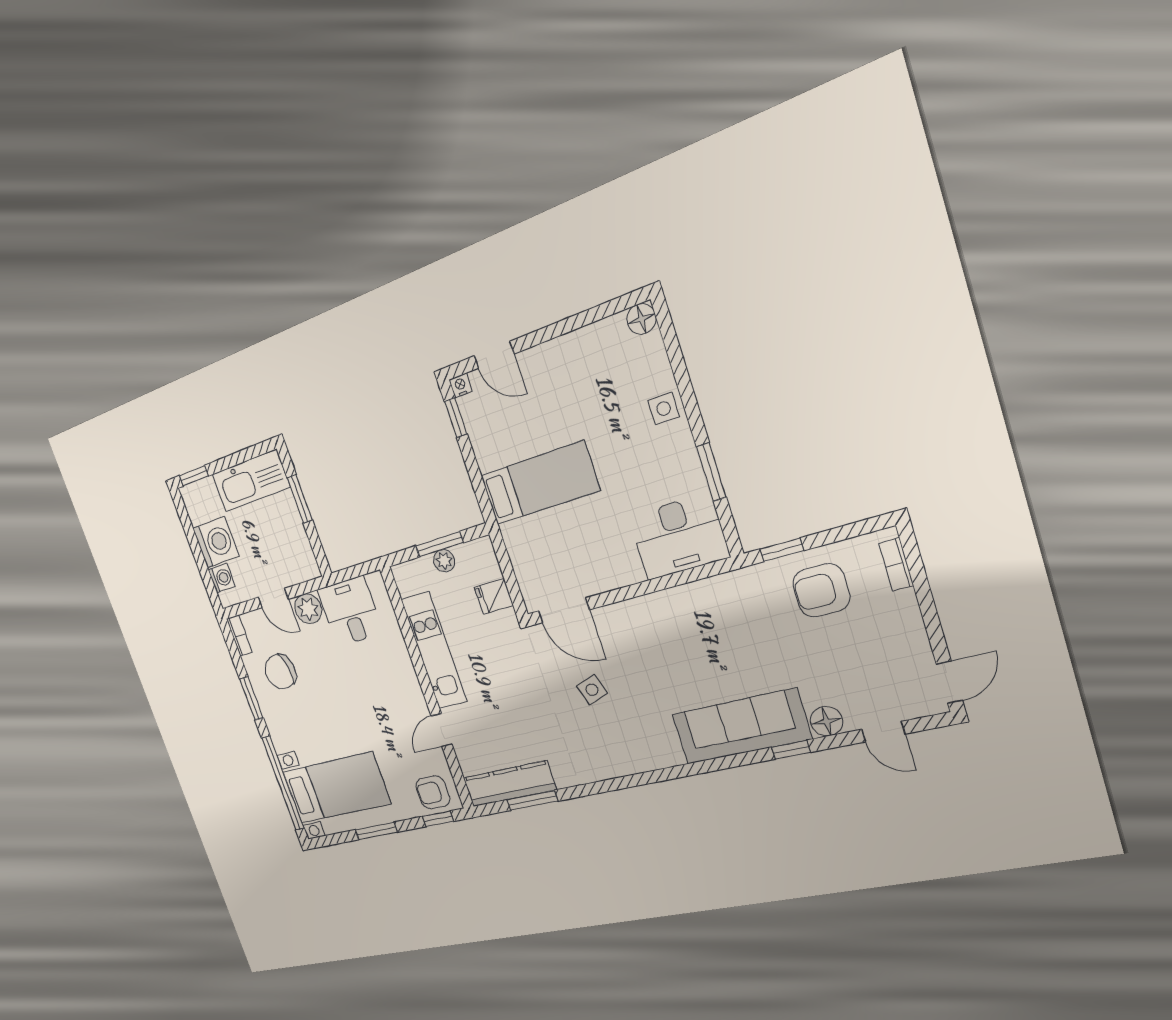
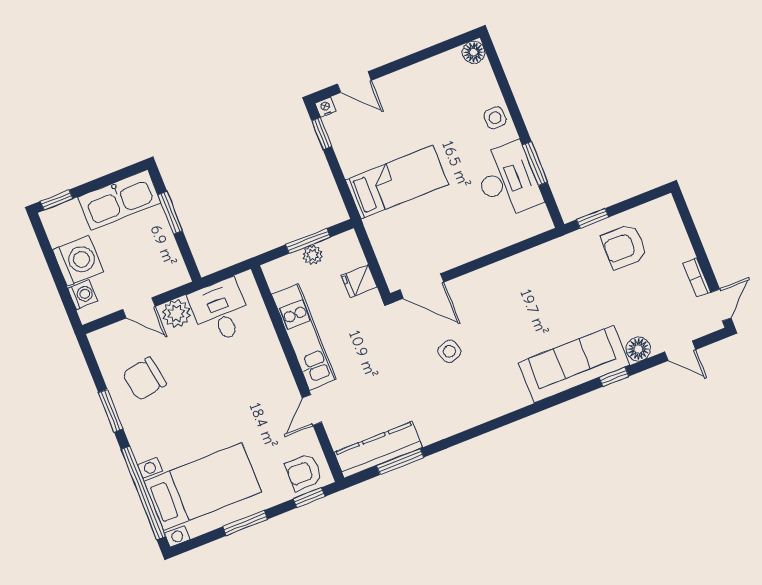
desk: (679, 537) -> (507, 180), moved, turned -90
bookcase: (896, 564) -> (697, 278), moved
bookcase: (239, 636) -> (100, 349), removed

